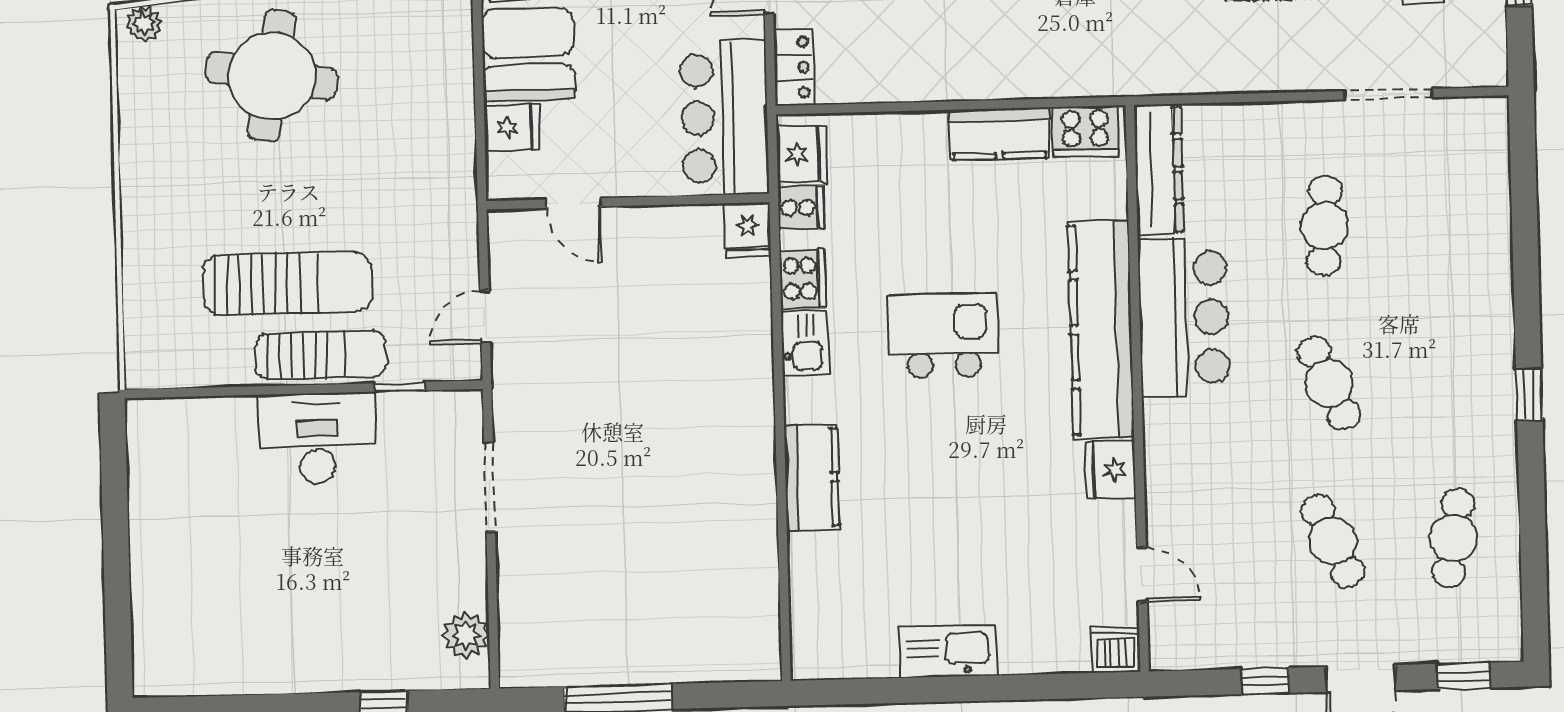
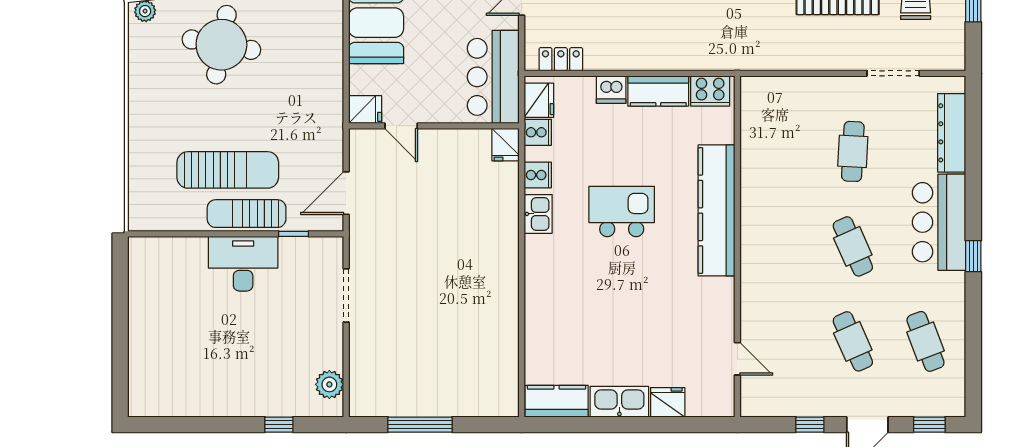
locker: (794, 67) -> (561, 59), moved, turned -90
fridge: (512, 127) -> (365, 110), moved
dresser: (1159, 170) -> (952, 133), moved, turned 180
cooker: (803, 278) -> (538, 175), width x0.73
door: (485, 317) -> (346, 193), width x1.38
bar counter: (1184, 317) -> (939, 222), moved, turned 180
sun lounger: (321, 355) -> (247, 214), turned 180
fridge: (1111, 470) -> (668, 402), moved, turned 90
kitchen counter: (812, 477) -> (557, 401), moved, turned -90
cafe table: (1454, 538) -> (925, 341), turned -30
dishwasher: (1115, 649) -> (611, 90), moved, turned 180

